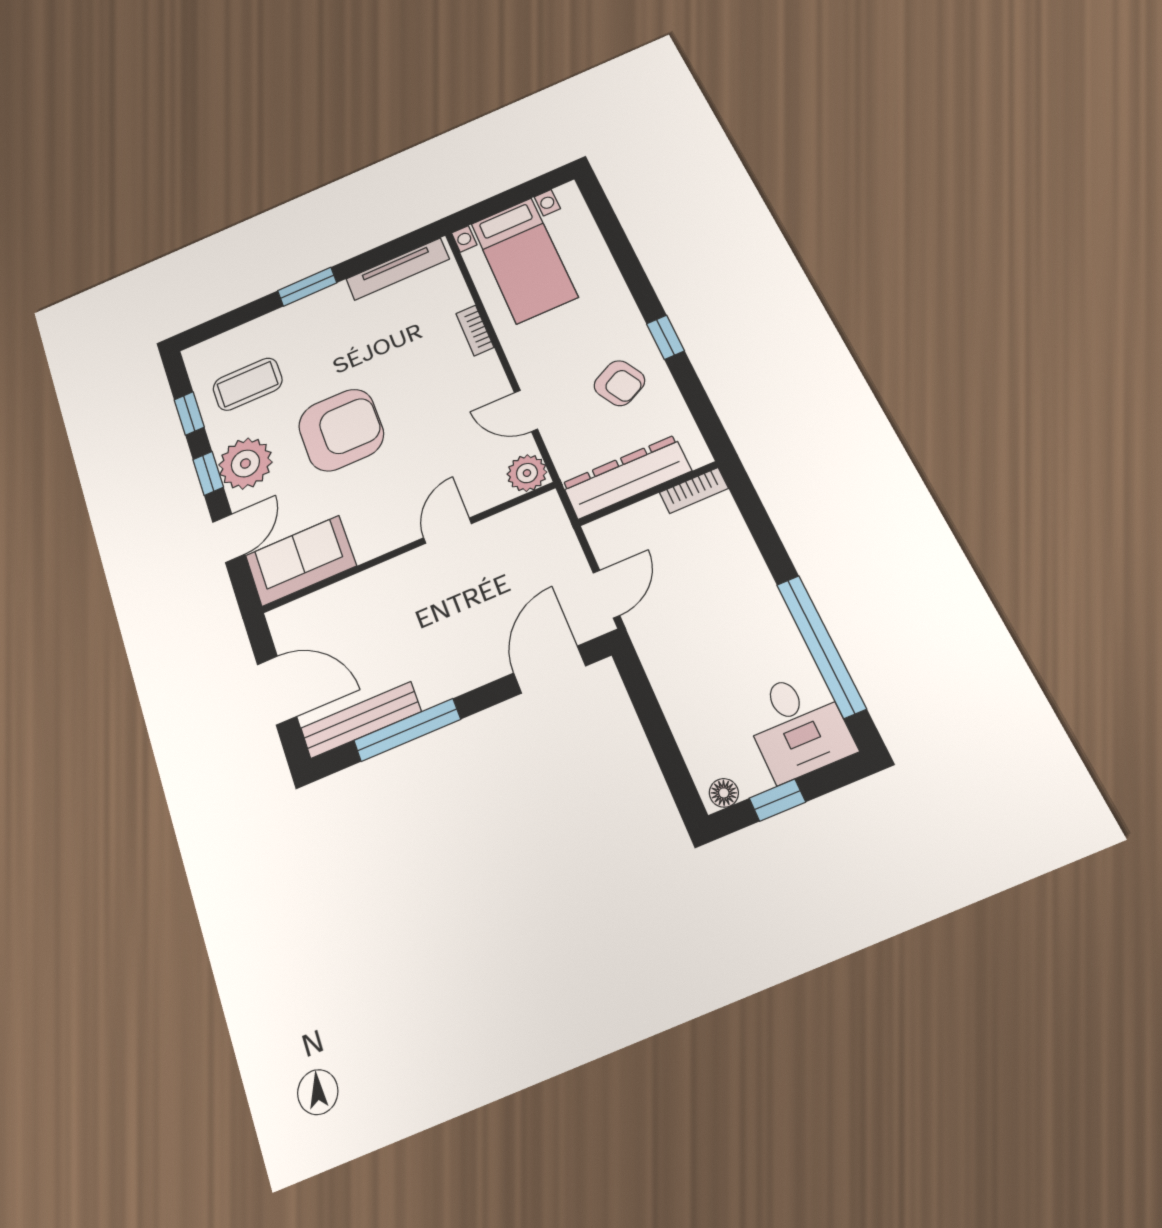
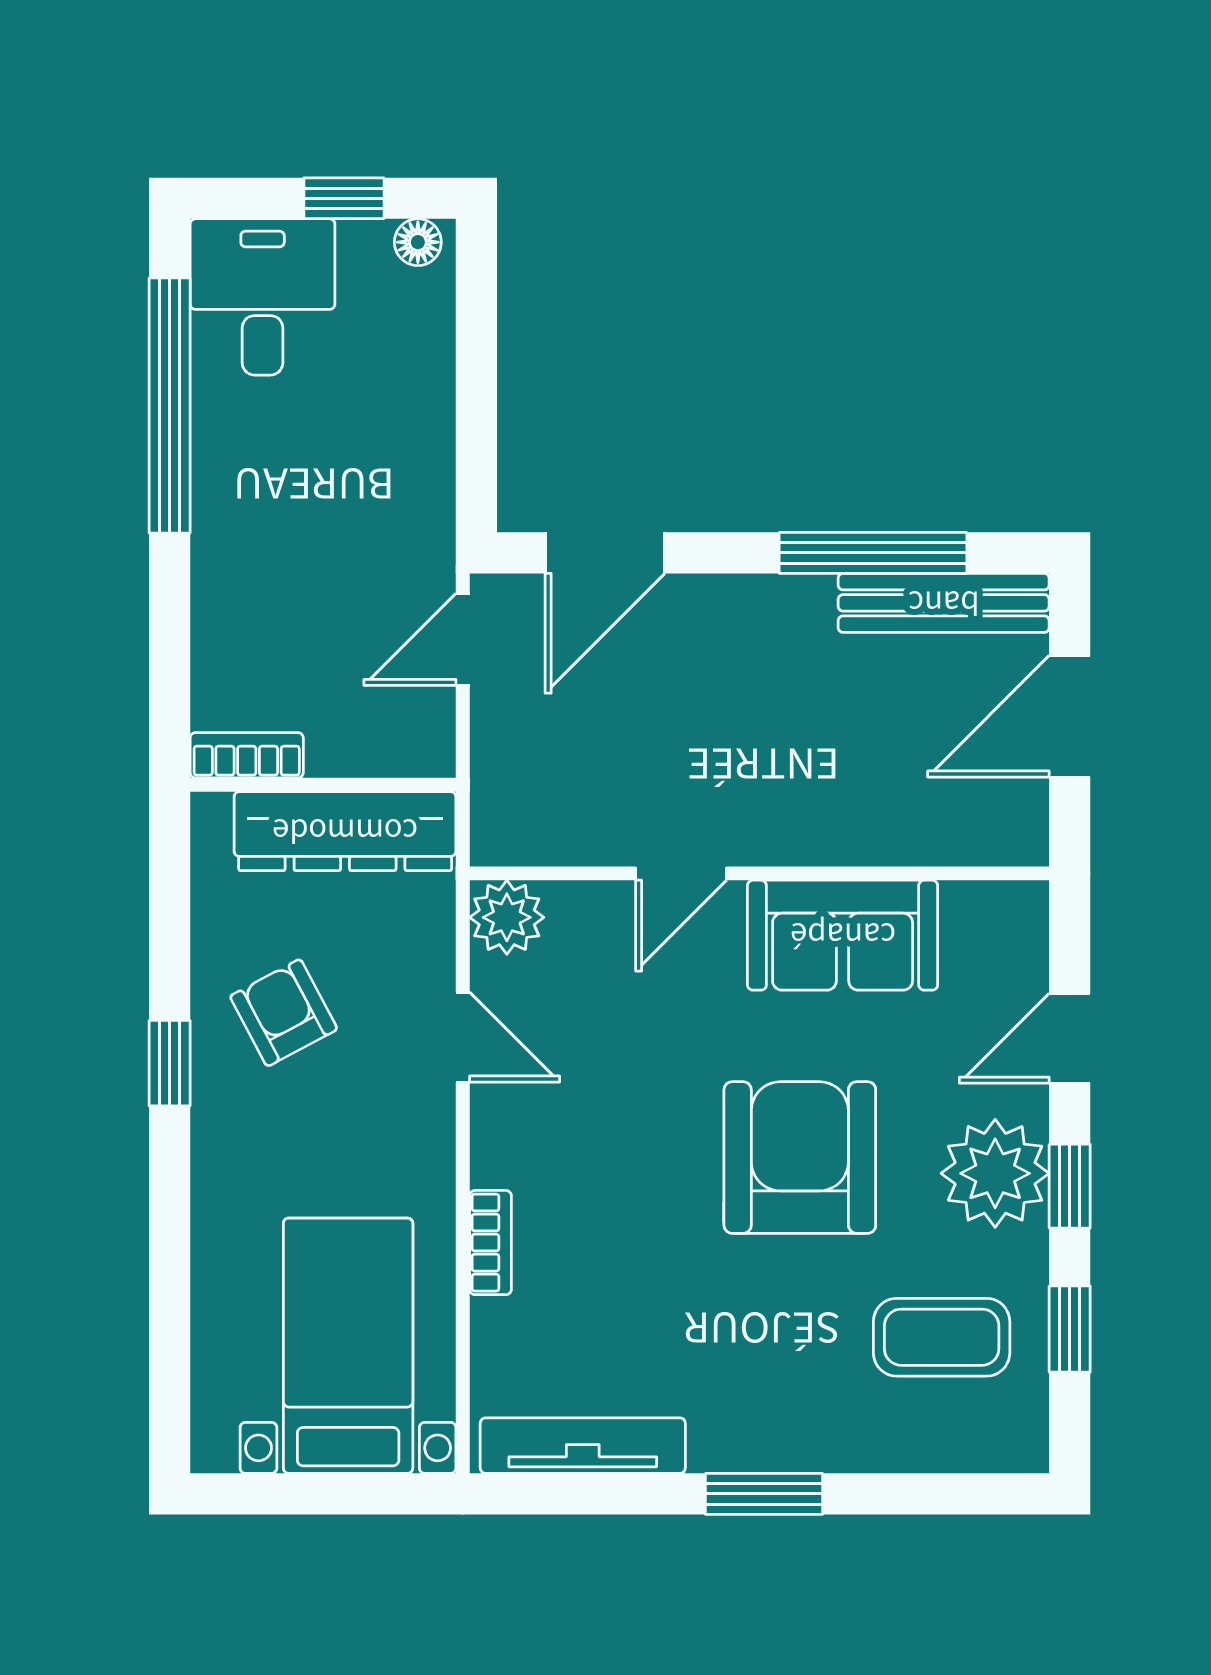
armchair: (341, 430) -> (800, 1158), turned 90
sofa: (301, 561) -> (843, 935), moved
door: (277, 690) -> (1070, 716), hinge flipped

